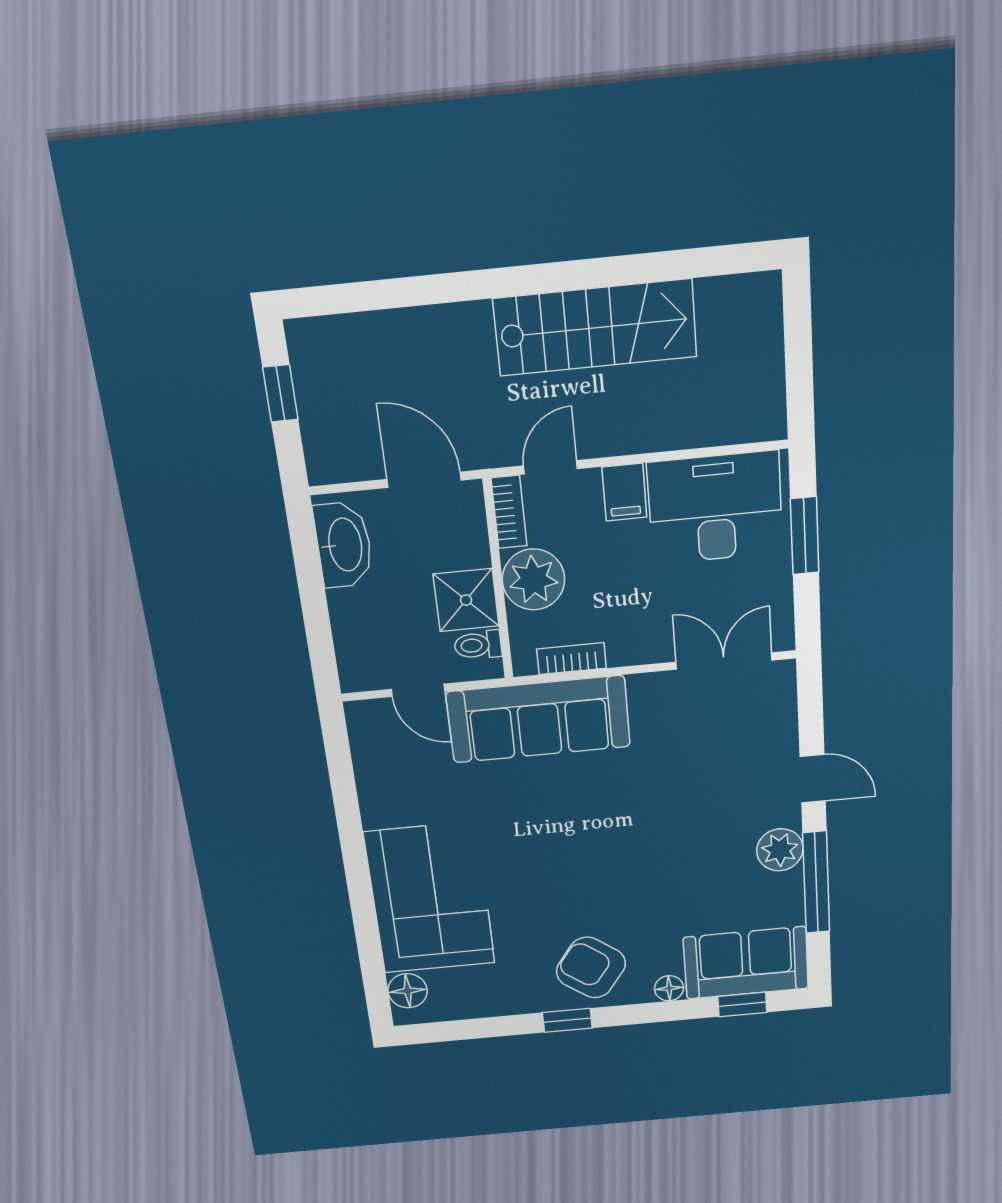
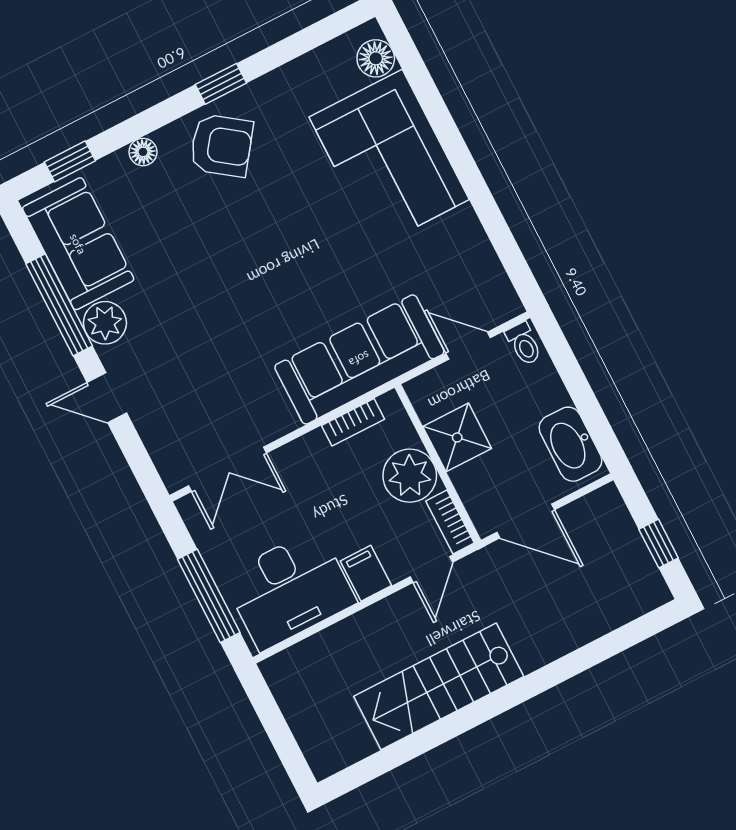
window: (805, 536) -> (209, 596), width x1.44
toilet: (478, 645) -> (524, 344), moved, turned 90
sofa: (746, 963) -> (78, 244), moved, turned -90

